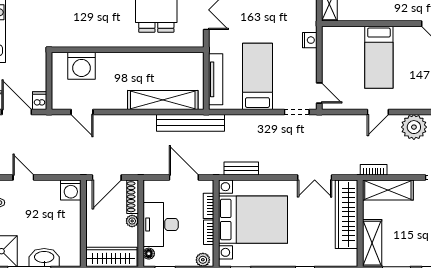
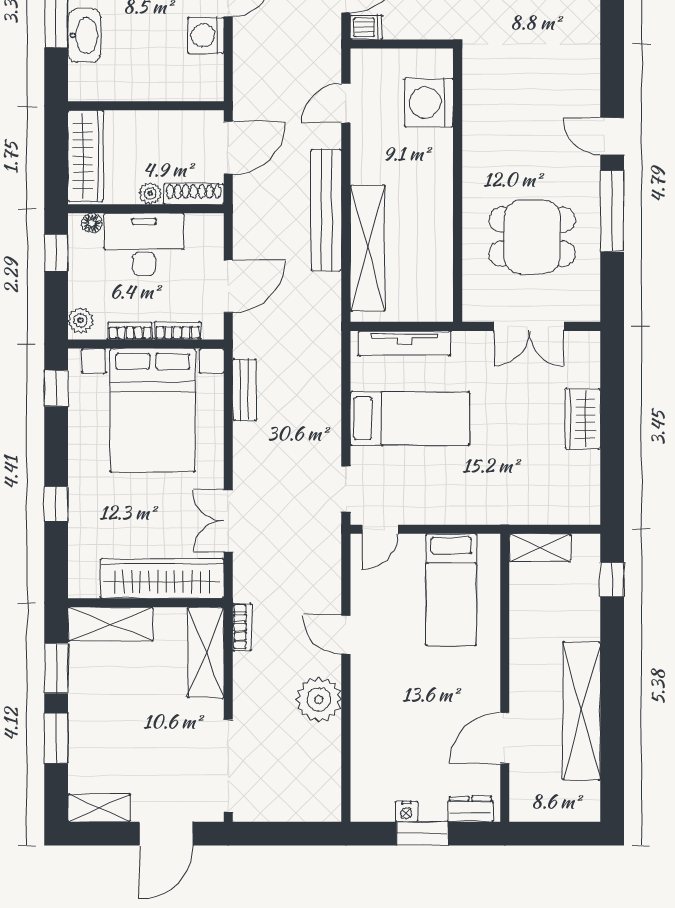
nightstand: (310, 40) -> (475, 512), removed
bed: (379, 57) -> (451, 590), moved, turned -90
bench: (191, 123) -> (326, 210), moved
door: (107, 177) -> (228, 148), swing flipped
washing machine: (71, 190) -> (206, 36), moved

